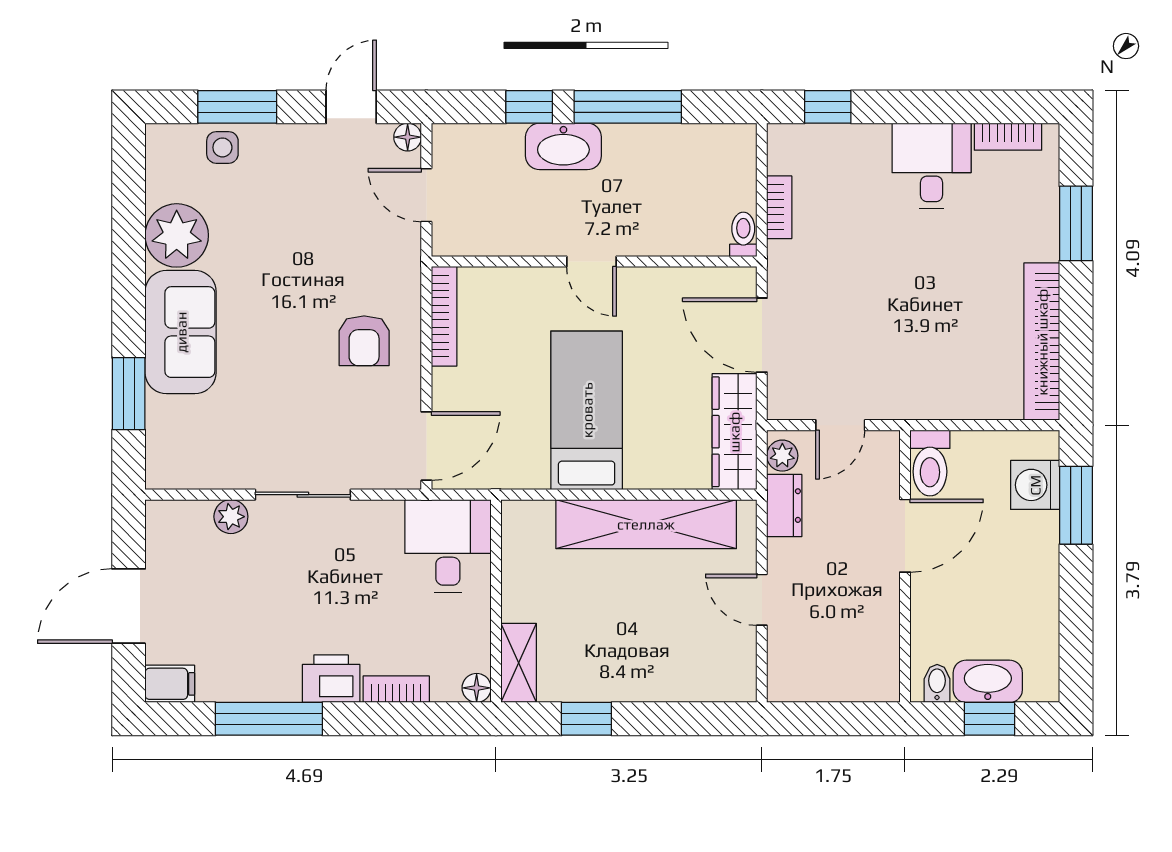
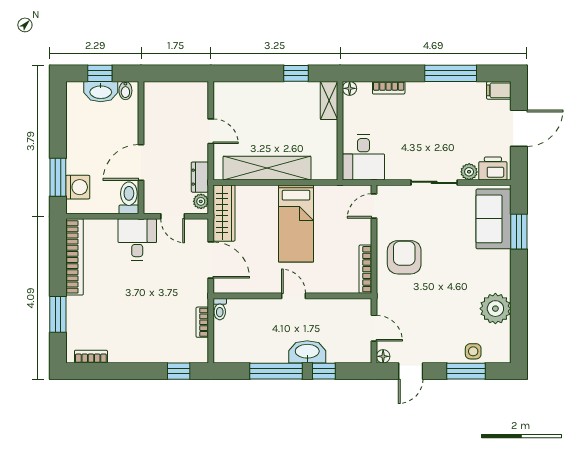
desk: (932, 166) -> (137, 239), moved, turned 180
sofa: (181, 332) -> (494, 219), moved
armchair: (364, 341) -> (404, 257), width x1.38, depth x1.38
door: (840, 425) -> (173, 216), swing flipped
door: (426, 446) -> (374, 206), width x0.73
printer: (331, 679) -> (493, 168), moved, turned 180

